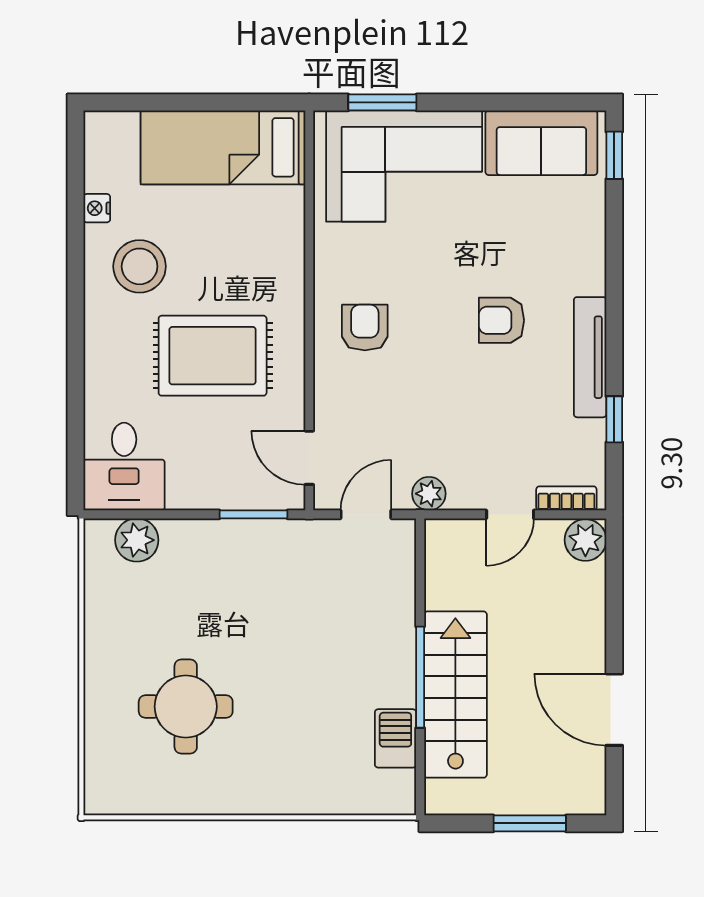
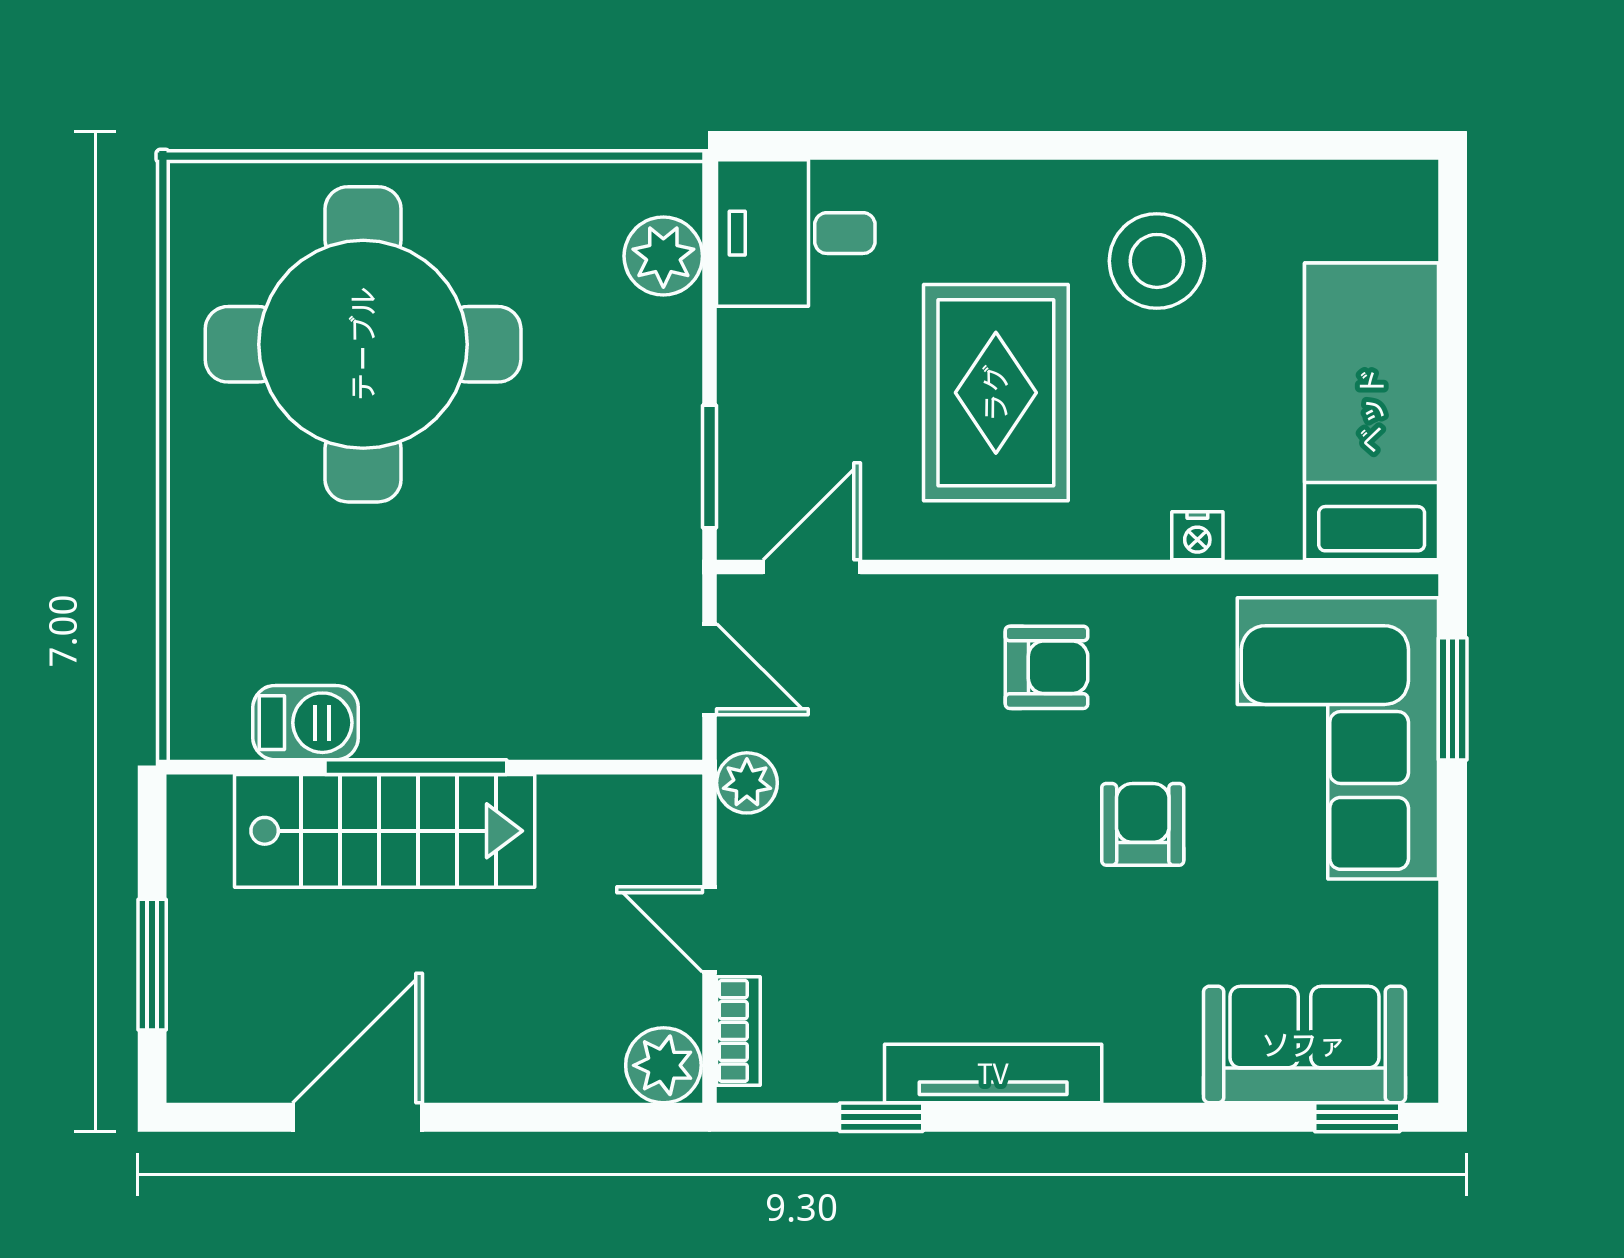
sofa: (541, 143) -> (1304, 1045), moved, turned 90
nightstand: (97, 208) -> (1197, 536), moved, turned 180
armchair: (502, 320) -> (1143, 824), moved
round table: (186, 707) -> (363, 344), width x1.86, depth x1.86

